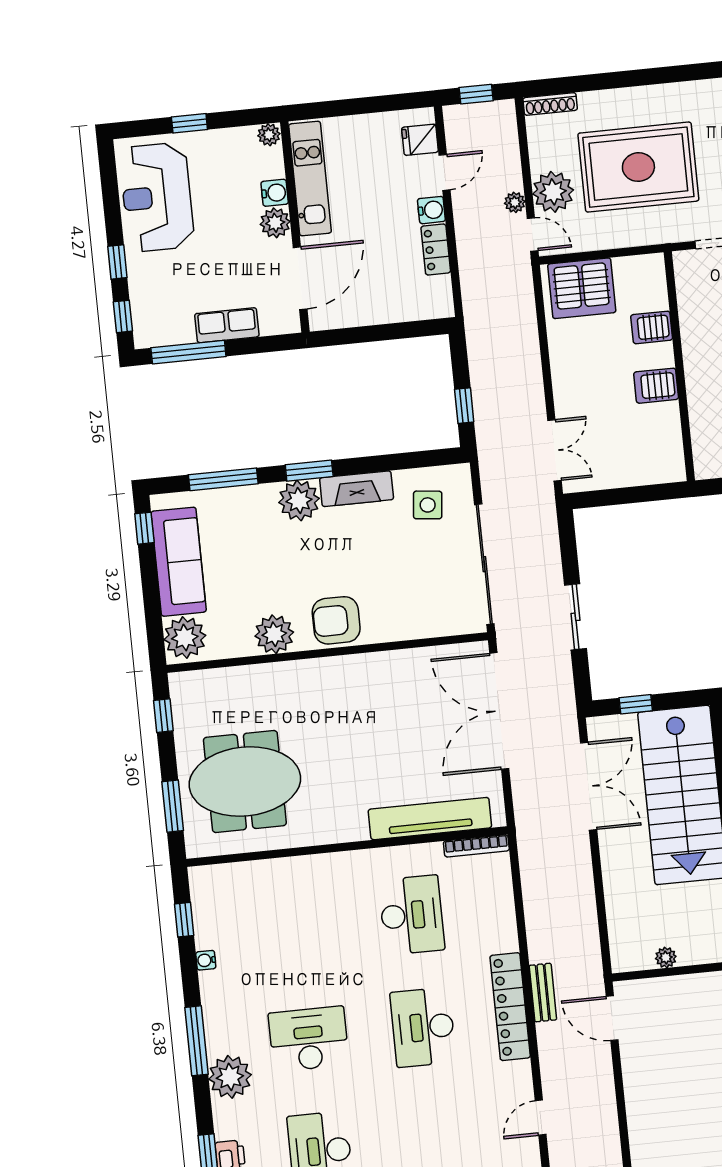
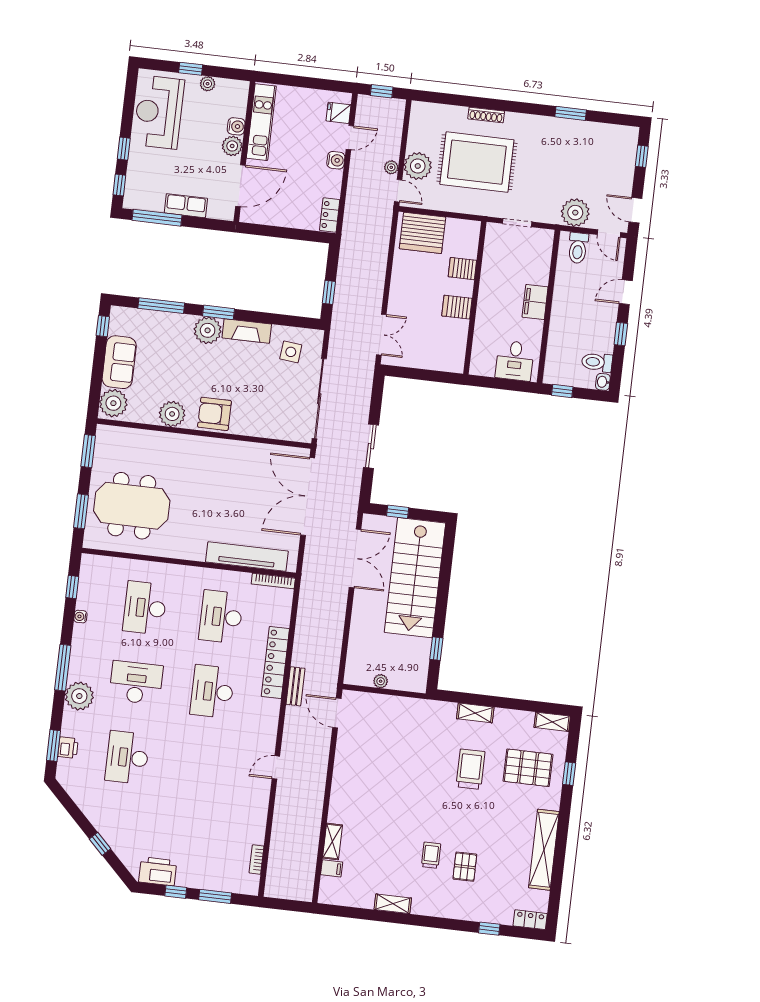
shoe rack: (550, 104) -> (486, 115), moved
plant: (269, 135) -> (208, 84), moved
locker: (436, 249) -> (330, 215), moved
sofa: (179, 562) -> (119, 362), width x0.73
window: (163, 716) -> (88, 451), width x1.50
desk: (412, 915) -> (221, 617), turned 180
desk: (297, 927) -> (145, 608), added
locker: (510, 1007) -> (275, 662), moved

